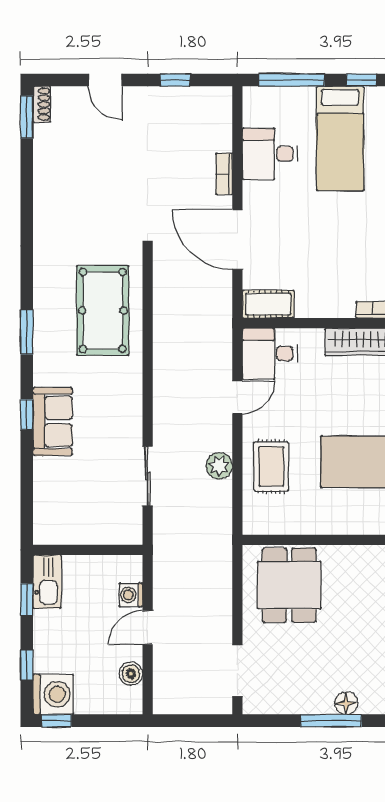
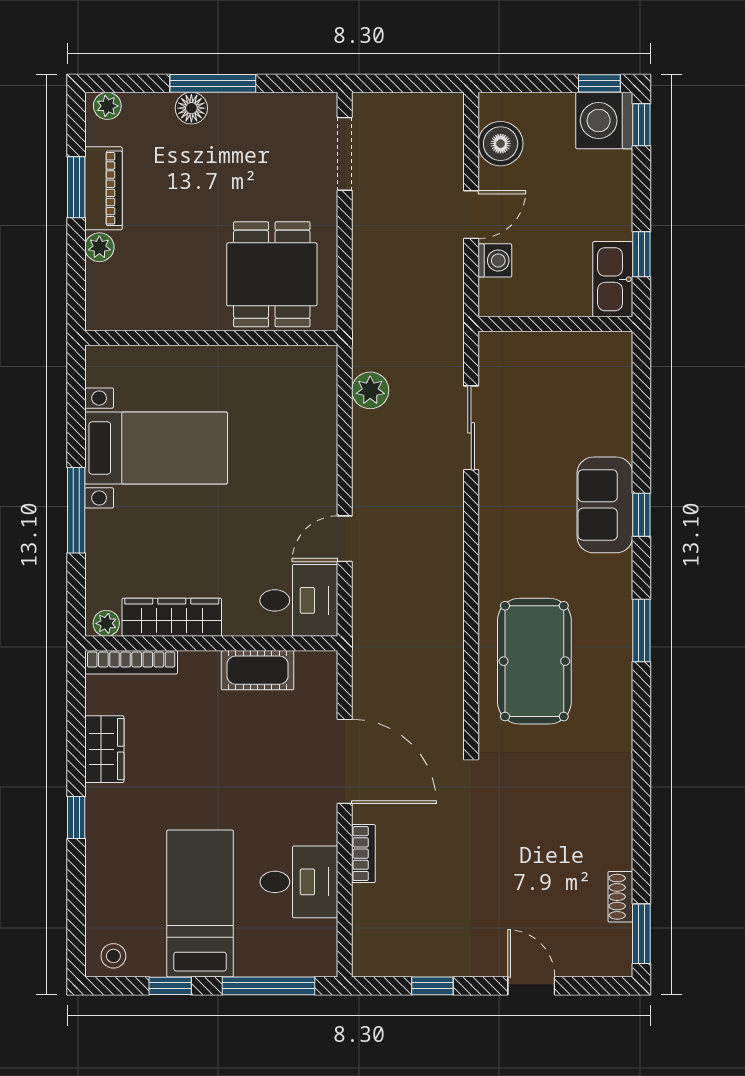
shoe rack: (42, 104) -> (620, 897), moved
cot: (268, 304) -> (258, 670), moved
plant: (219, 466) -> (370, 390), moved
rug: (271, 466) -> (297, 441), removed
window: (27, 665) -> (641, 125), moved
boiler: (131, 674) -> (501, 144), width x1.36, depth x1.36

